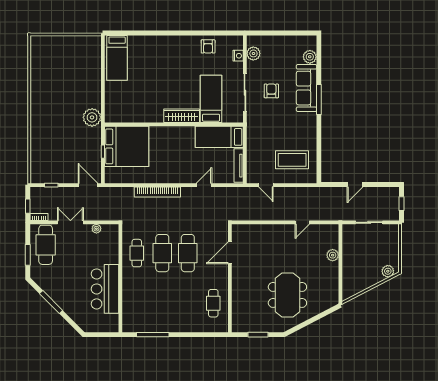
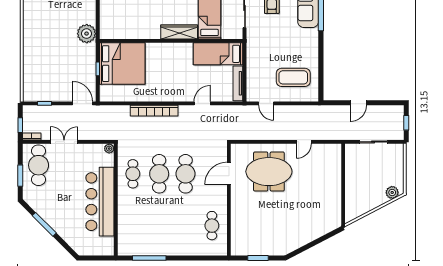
plant: (96, 229) -> (109, 149), moved
plant: (333, 255) -> (335, 176), removed
bar counter: (105, 289) -> (100, 202), width x1.36
meeting table: (287, 295) -> (269, 172), moved, turned 90

